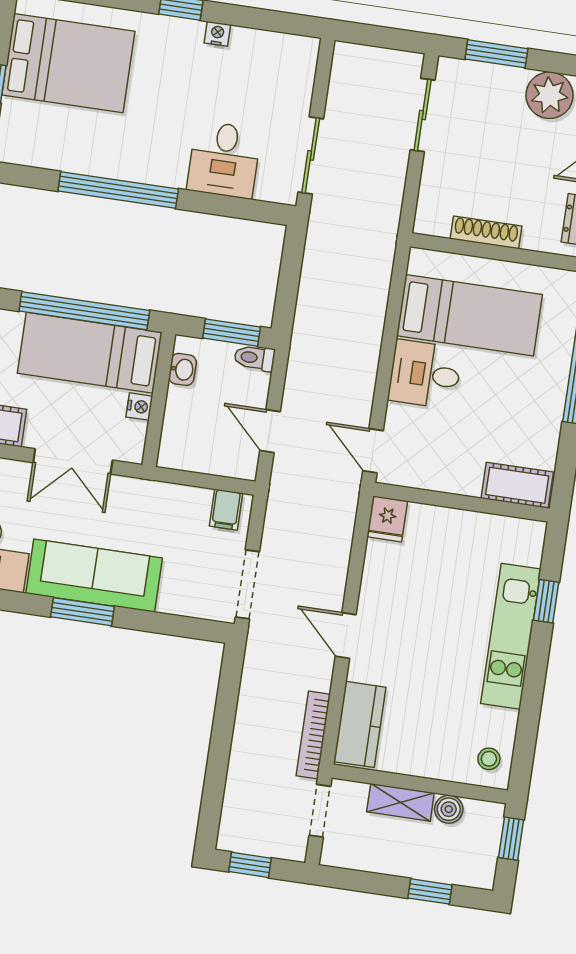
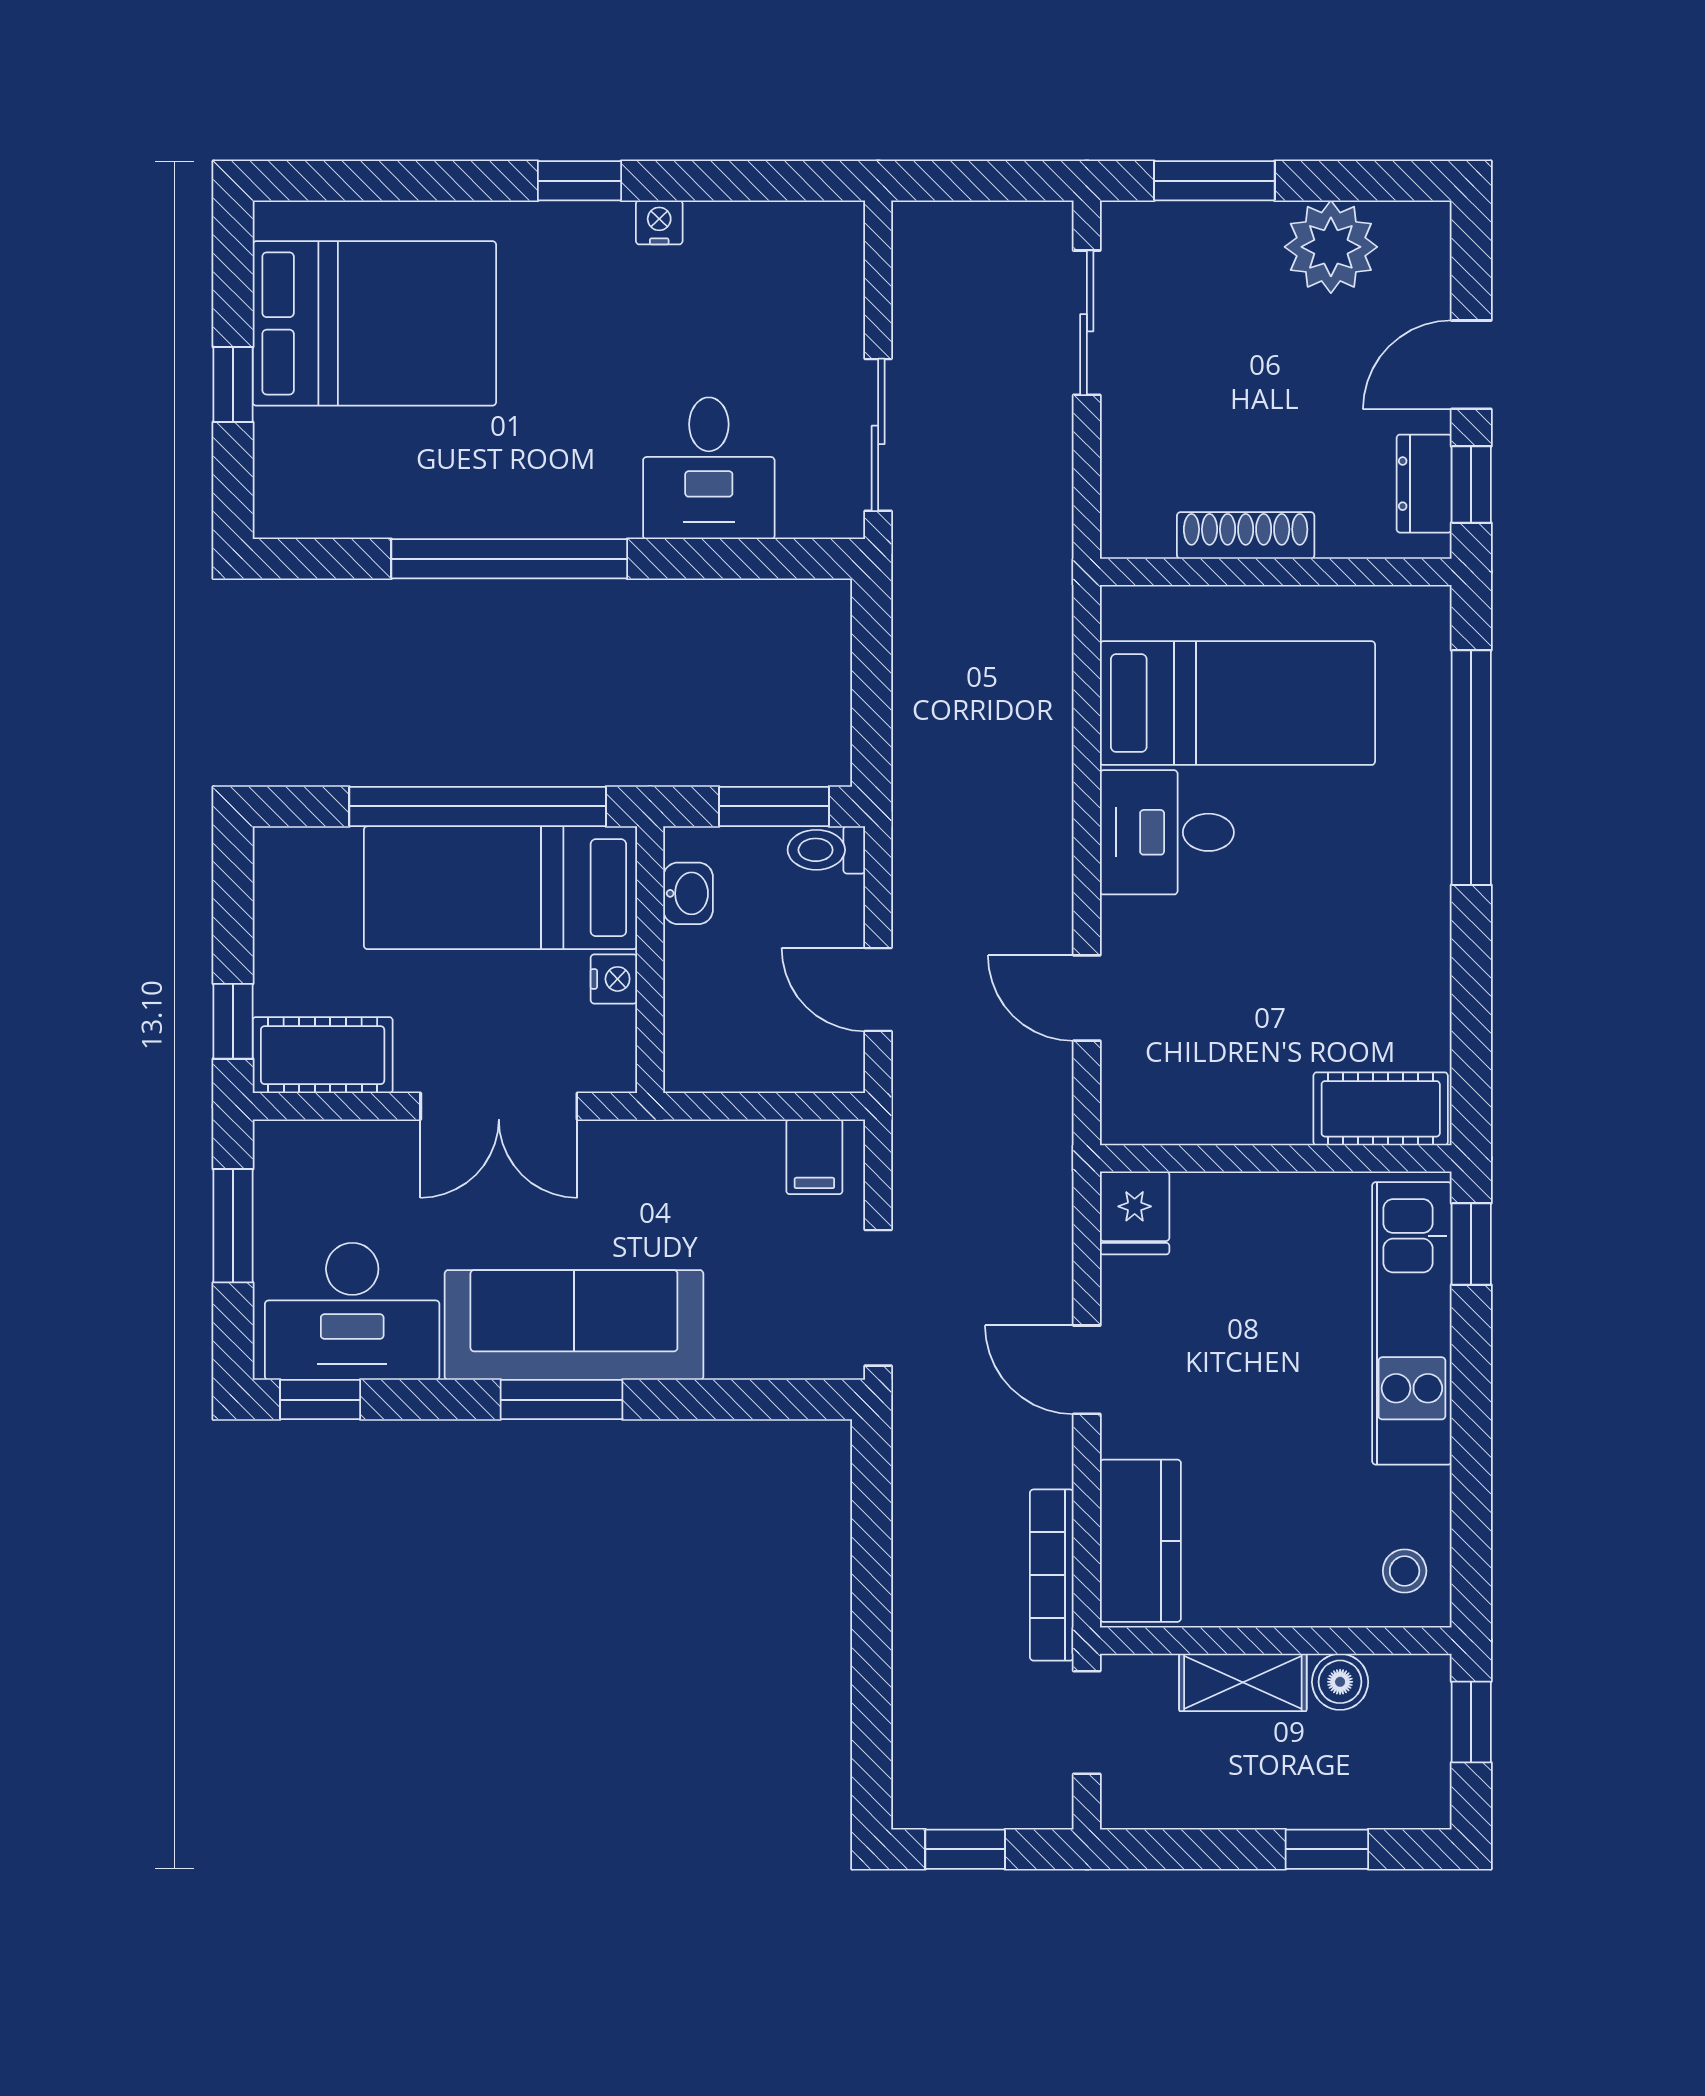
cot: (517, 485) -> (1381, 1109), moved
wall: (461, 502) -> (1276, 1158), moved
fridge: (387, 519) -> (1135, 1213), moved

